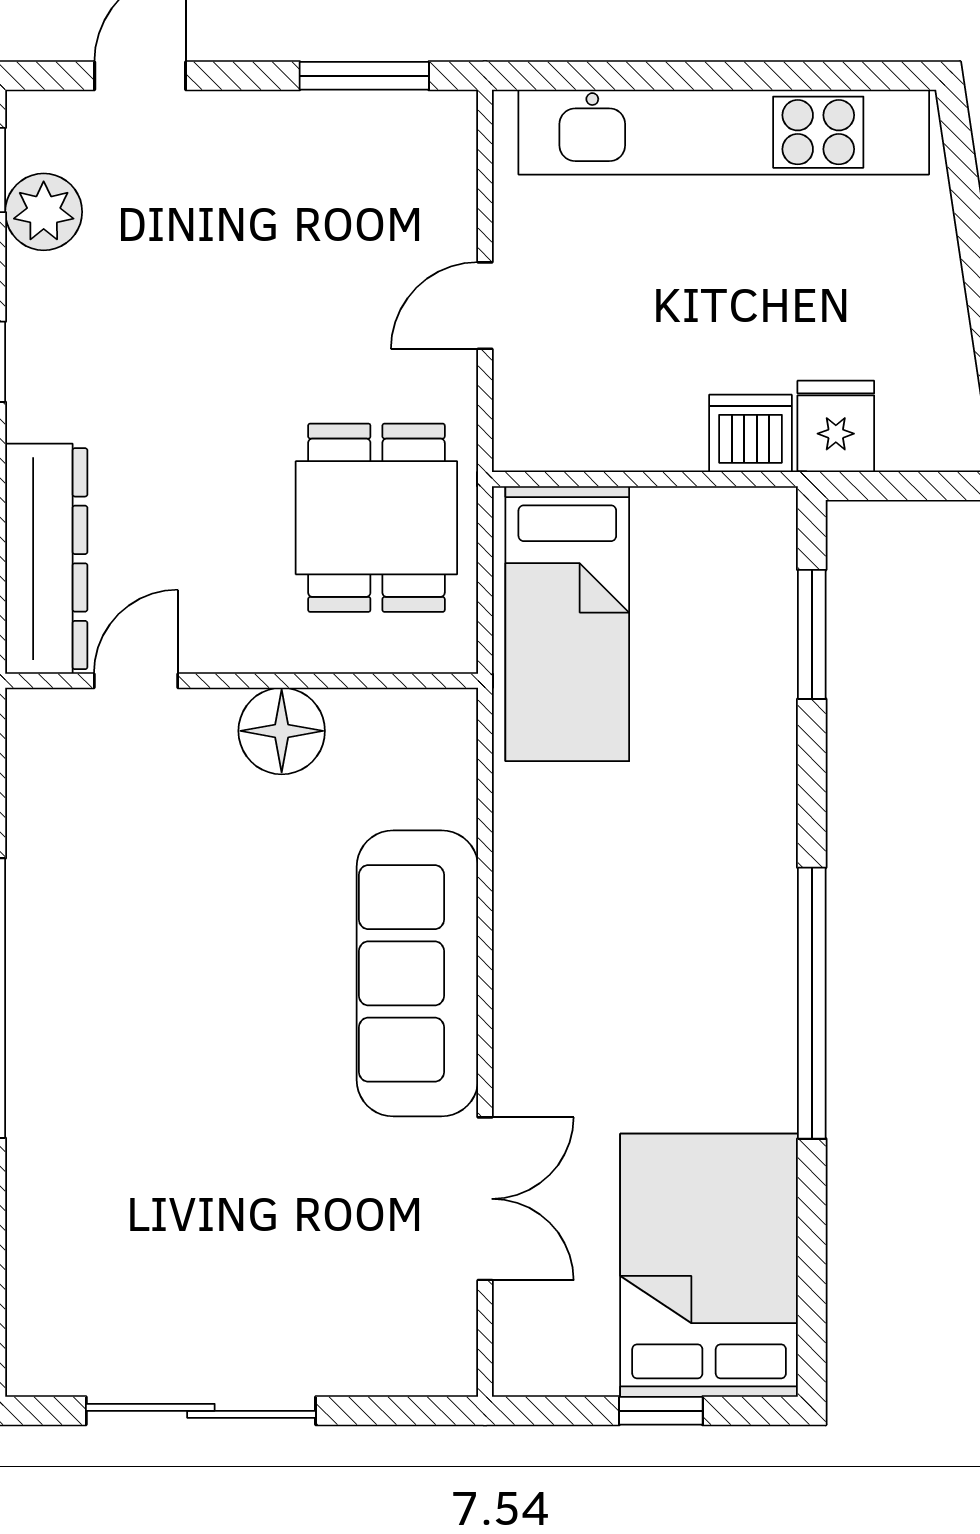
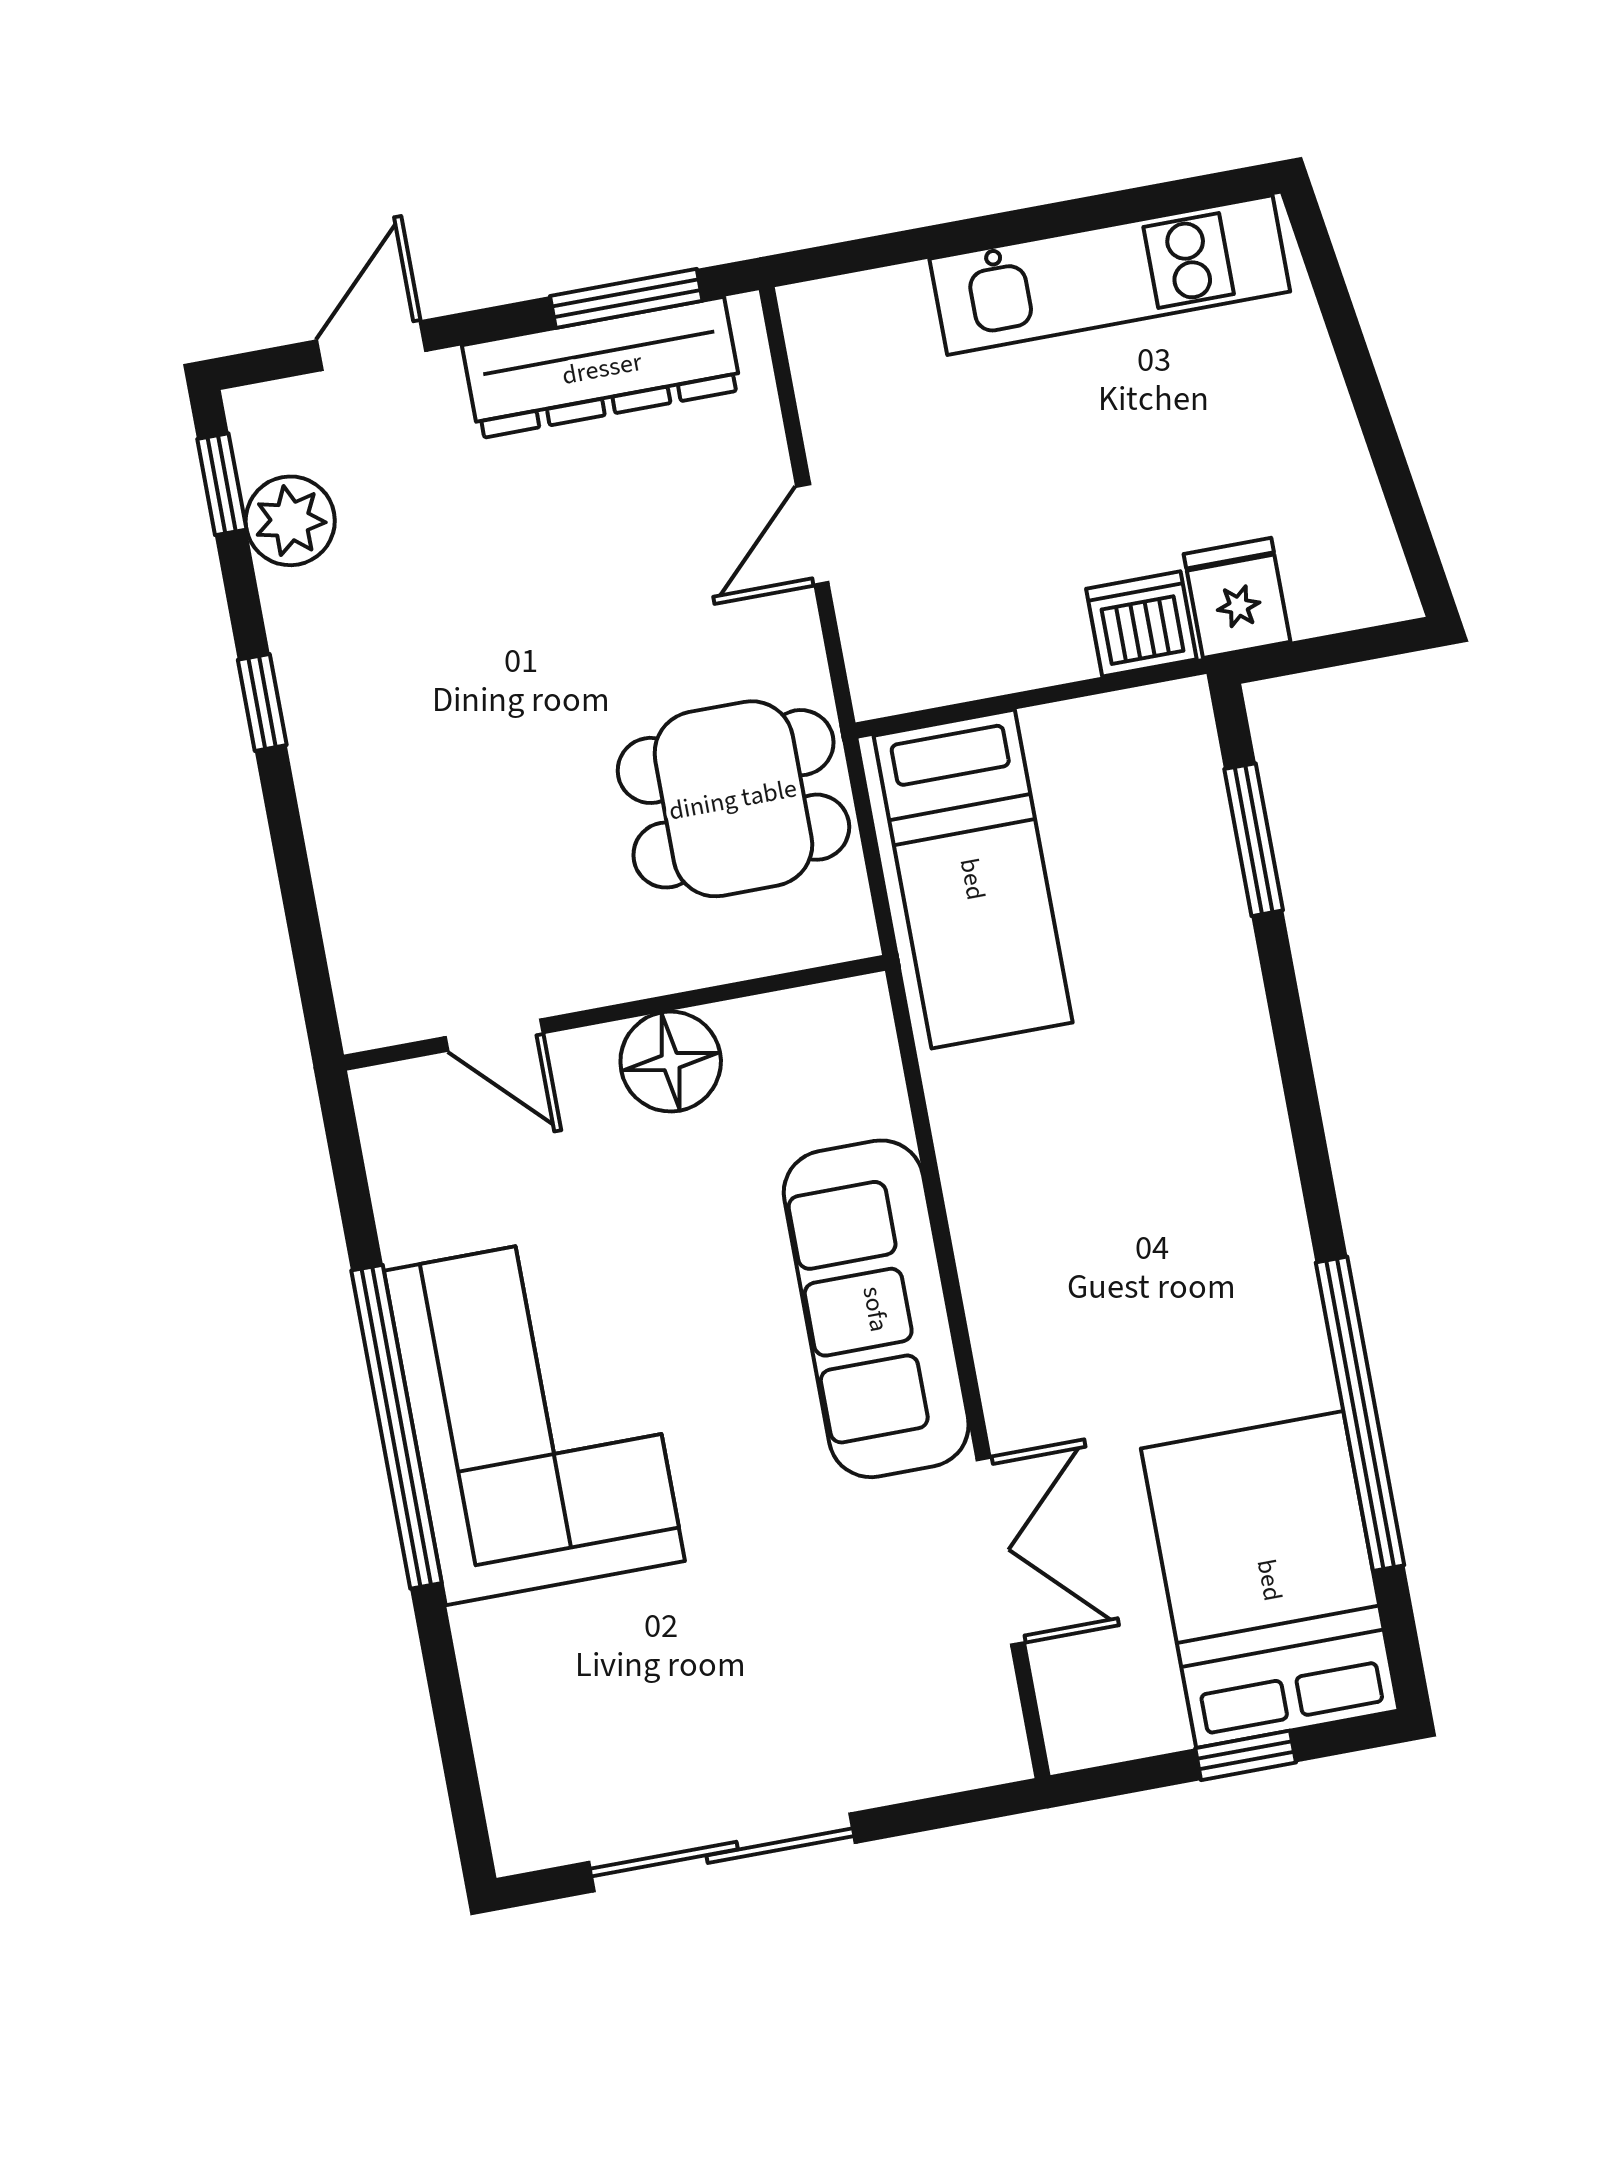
kitchen unit: (724, 132) -> (1110, 275), width x0.73
dining table: (376, 518) -> (733, 799), turned 90
dresser: (46, 559) -> (602, 368), moved, turned 90
door: (136, 681) -> (494, 1035), swing flipped
window: (812, 1003) -> (1360, 1414), moved
corner sofa: (110, 1011) -> (534, 1416), added

